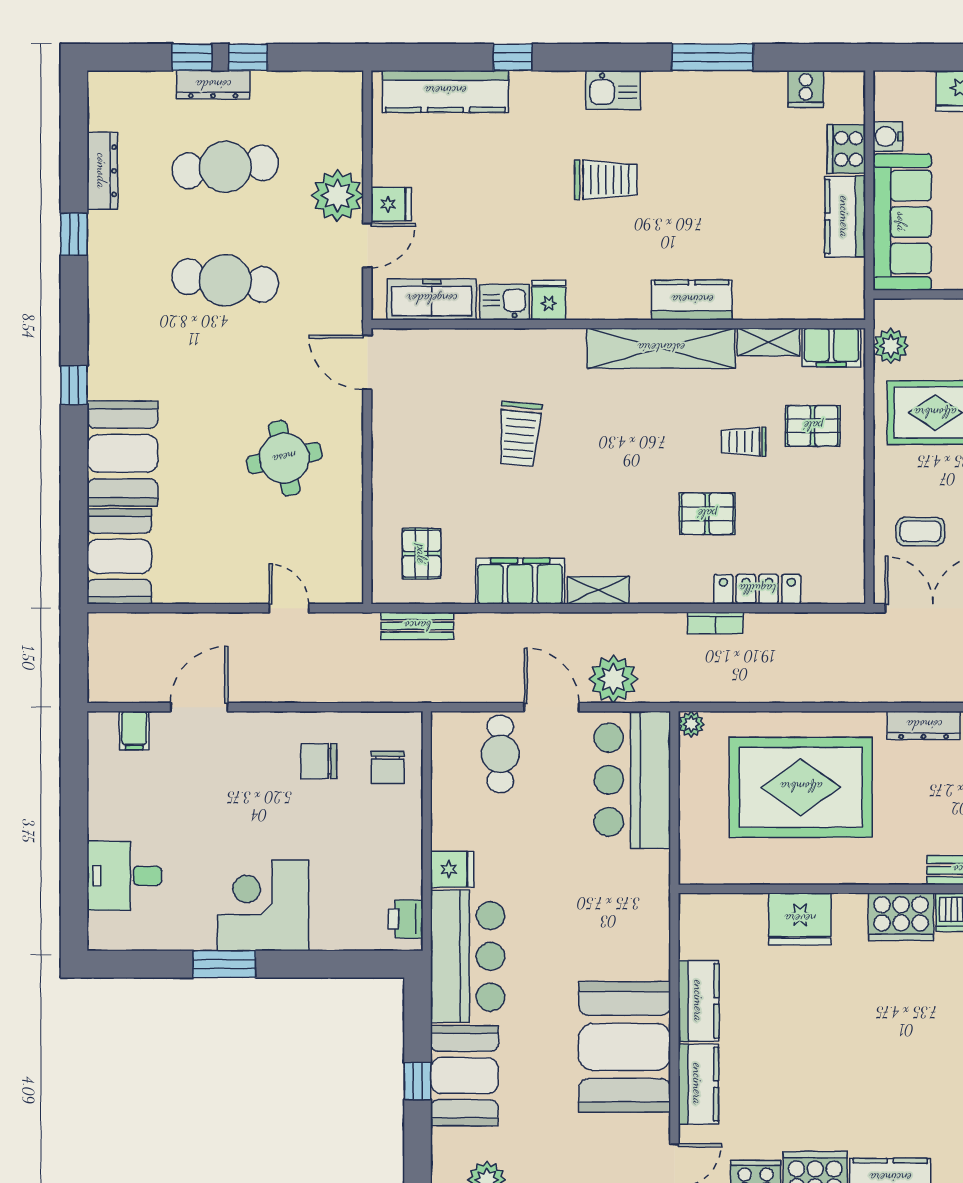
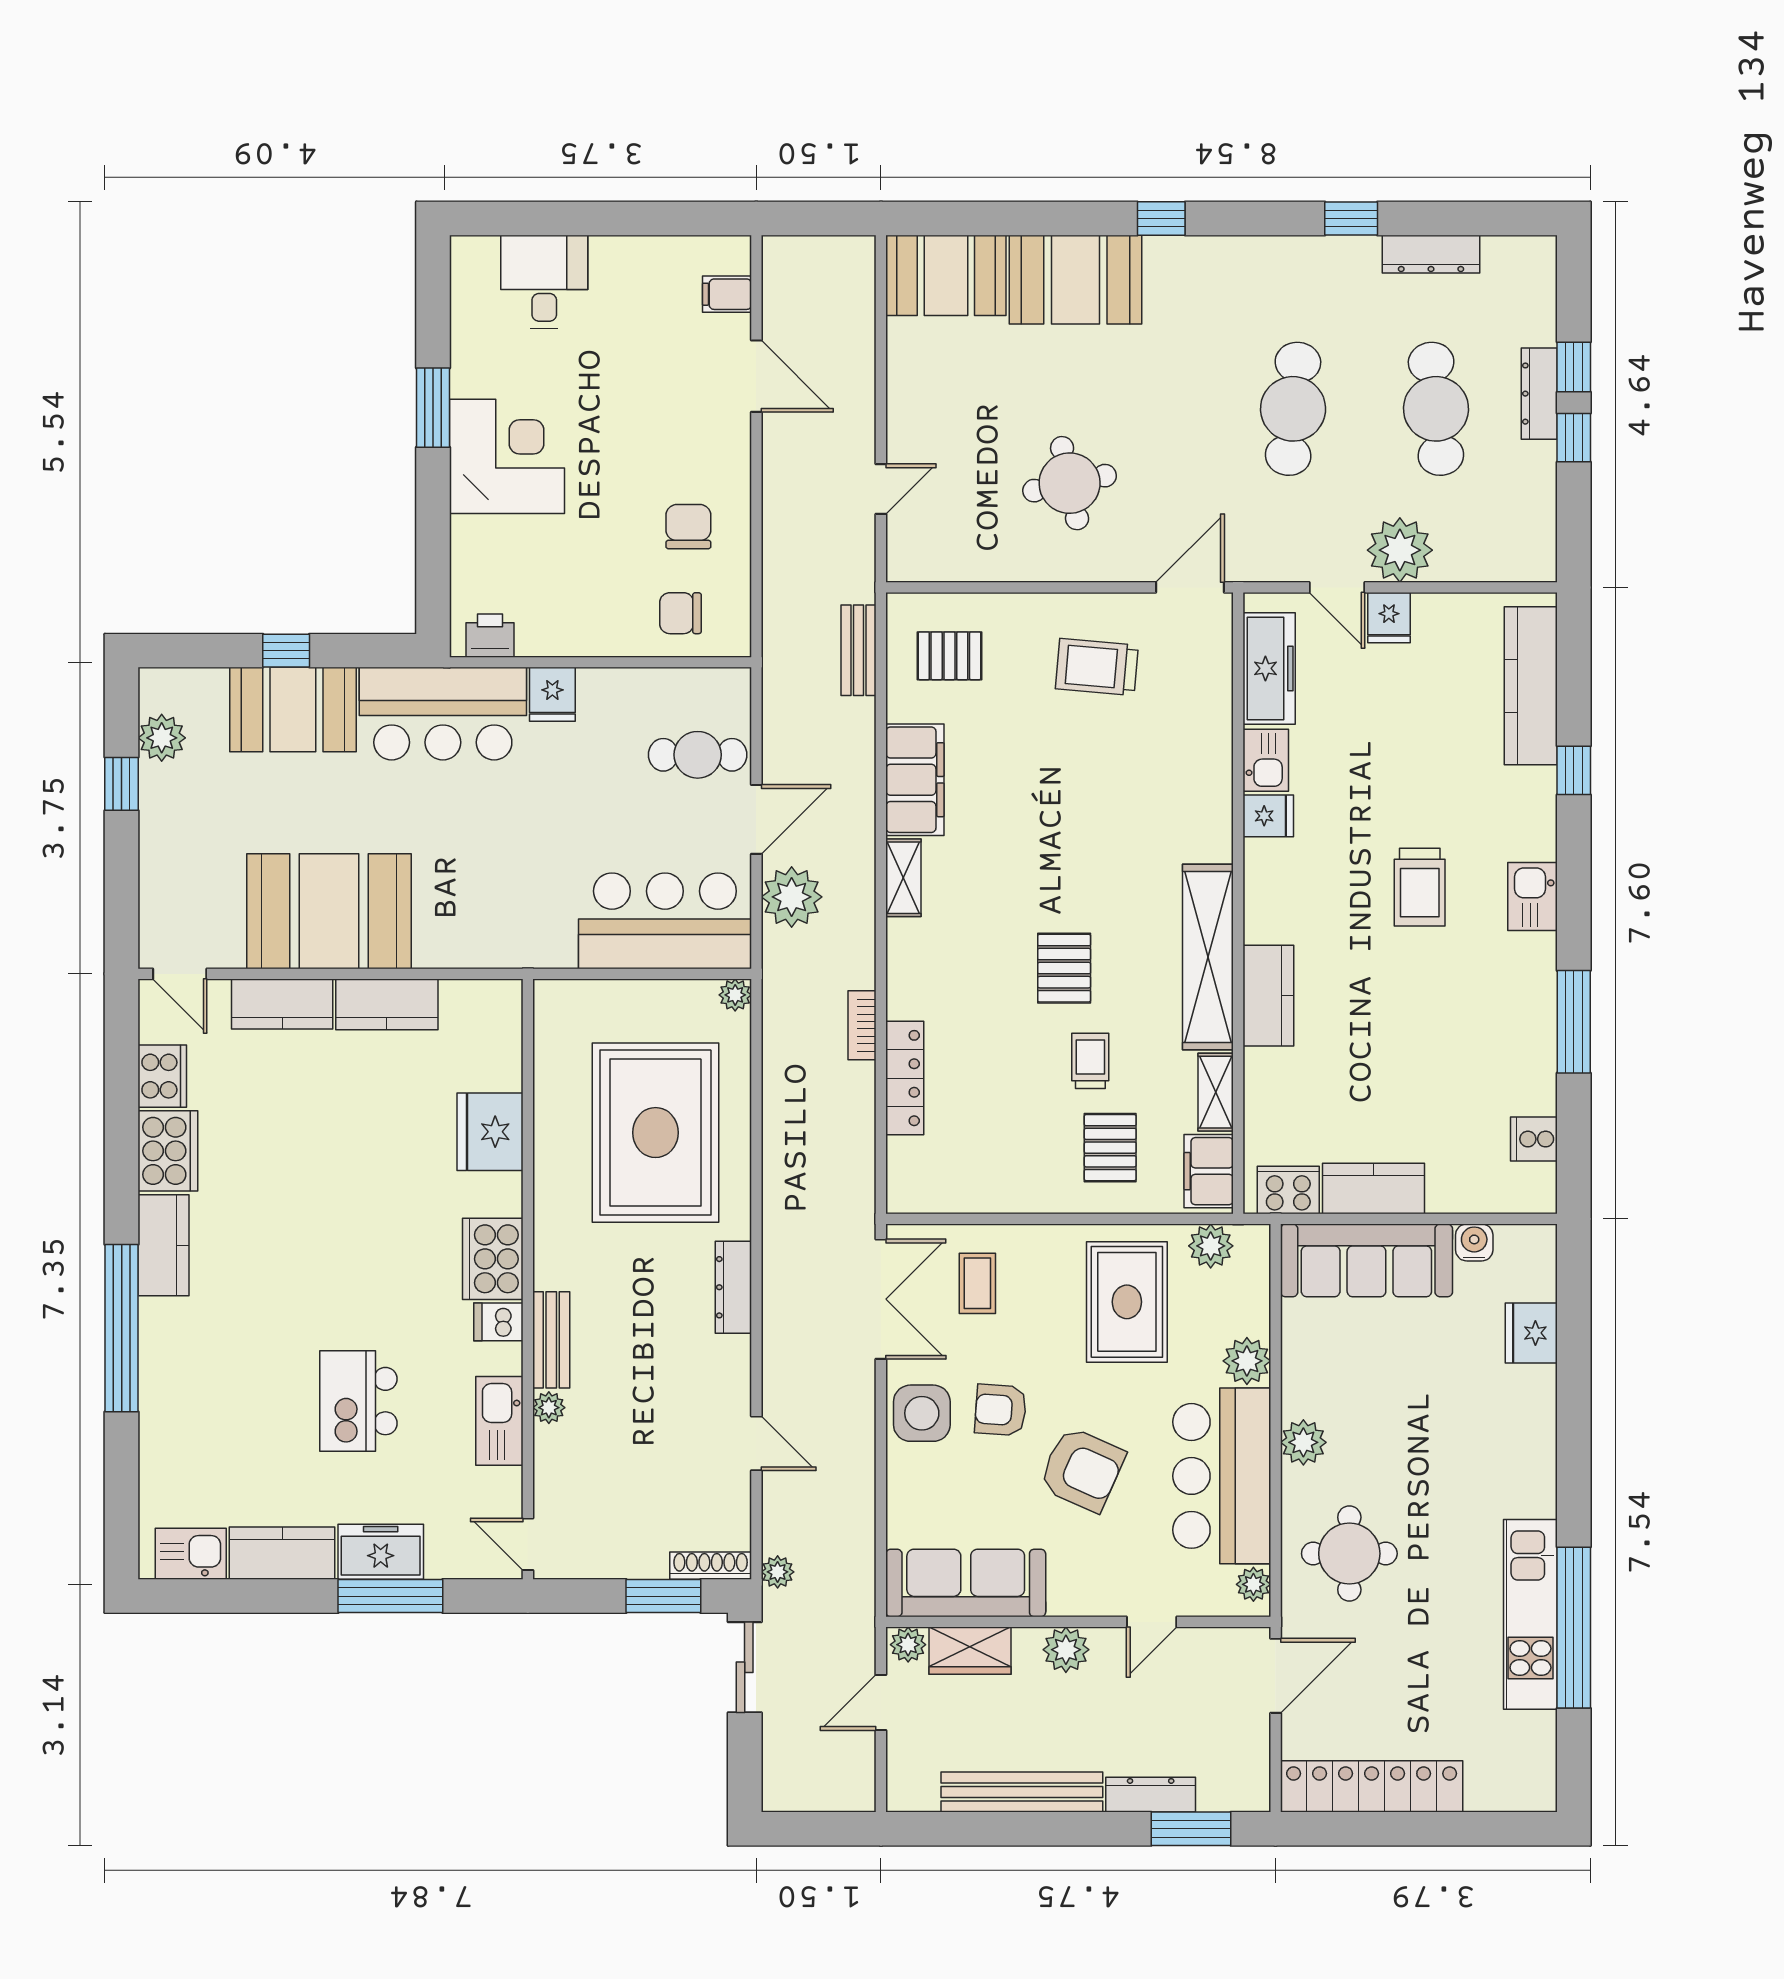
cooker: (846, 149) -> (1288, 1190), moved
trolley: (520, 434) -> (1097, 667), moved
pallet: (707, 514) -> (1064, 968), moved

